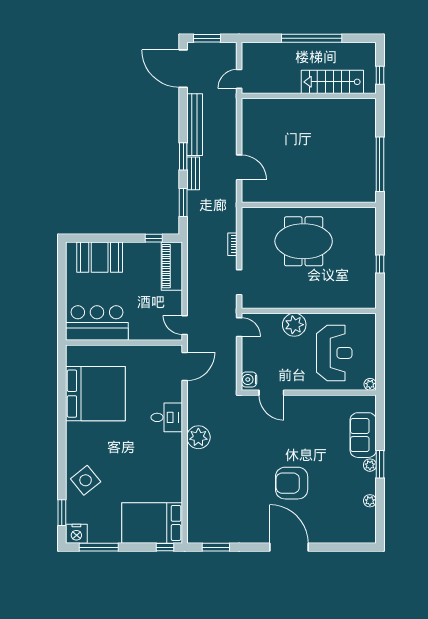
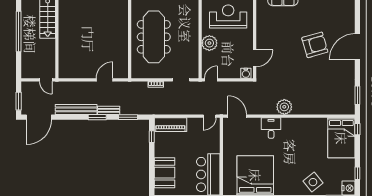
meeting table: (304, 241) -> (154, 37), width x1.36
armchair: (292, 483) -> (315, 45), turned -106
window: (99, 547) -> (357, 173), width x0.46

